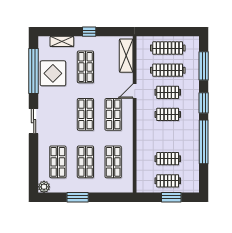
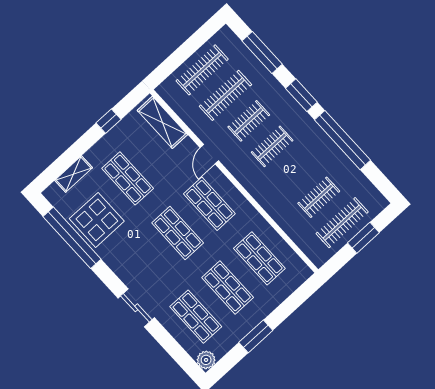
window: (89, 32) -> (109, 121), moved
sliding door: (34, 121) -> (136, 308), moved
clothes rail: (168, 181) -> (342, 223), width x1.36

